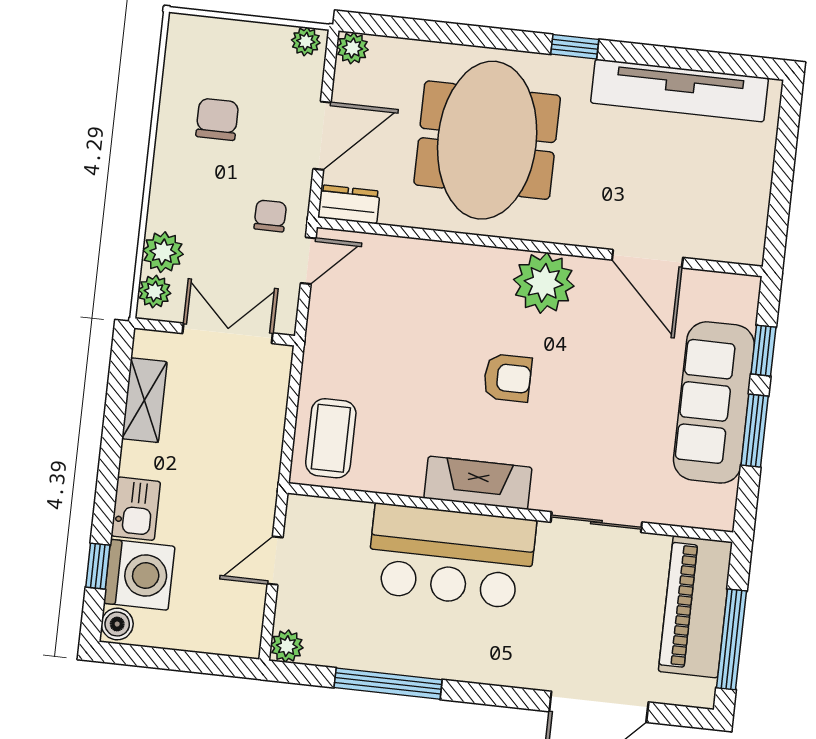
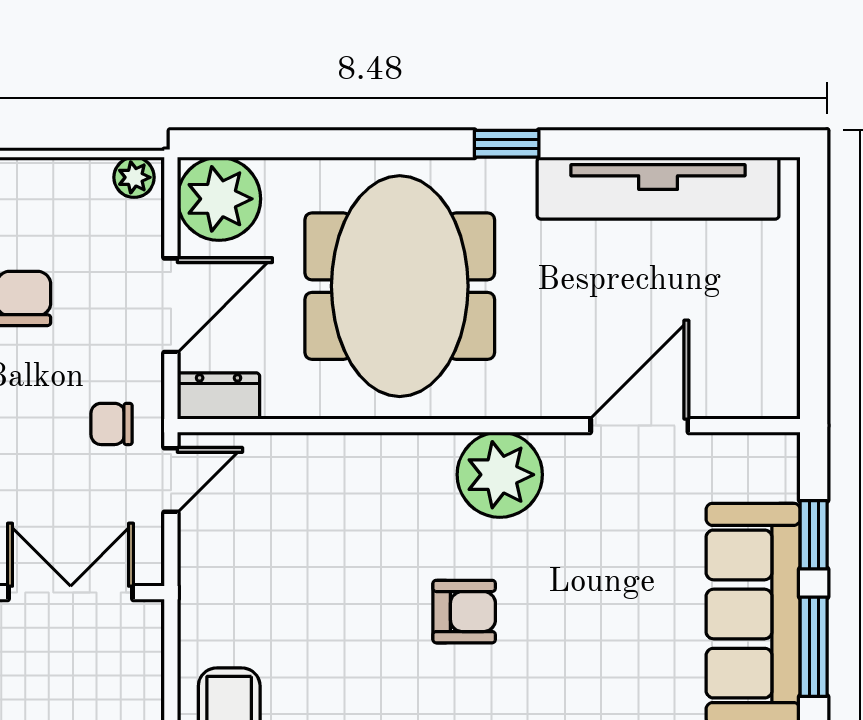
plant: (352, 48) -> (219, 199), width x1.88, depth x1.88
chair: (270, 216) -> (112, 424), turned -90
door: (647, 259) -> (639, 426), swing flipped

